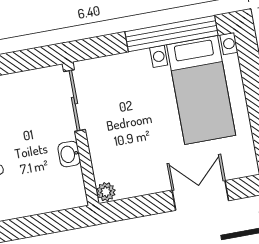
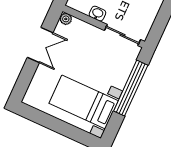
window: (171, 34) -> (131, 88), moved
double door: (200, 195) -> (40, 45), moved

